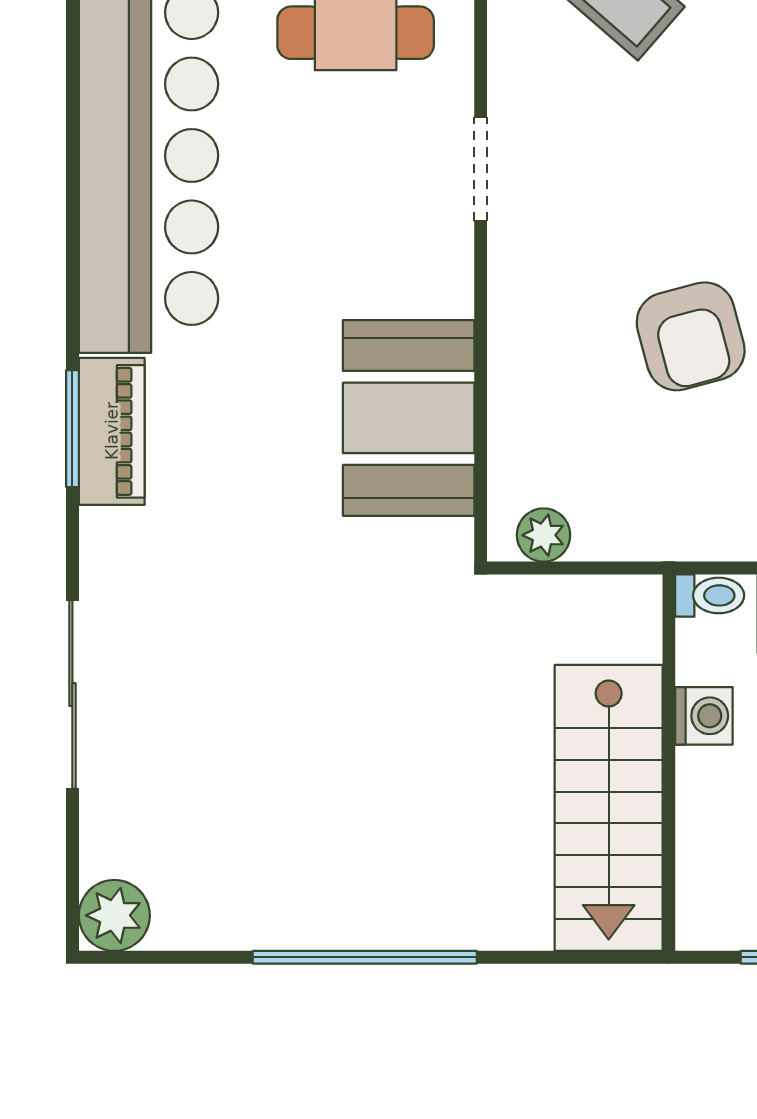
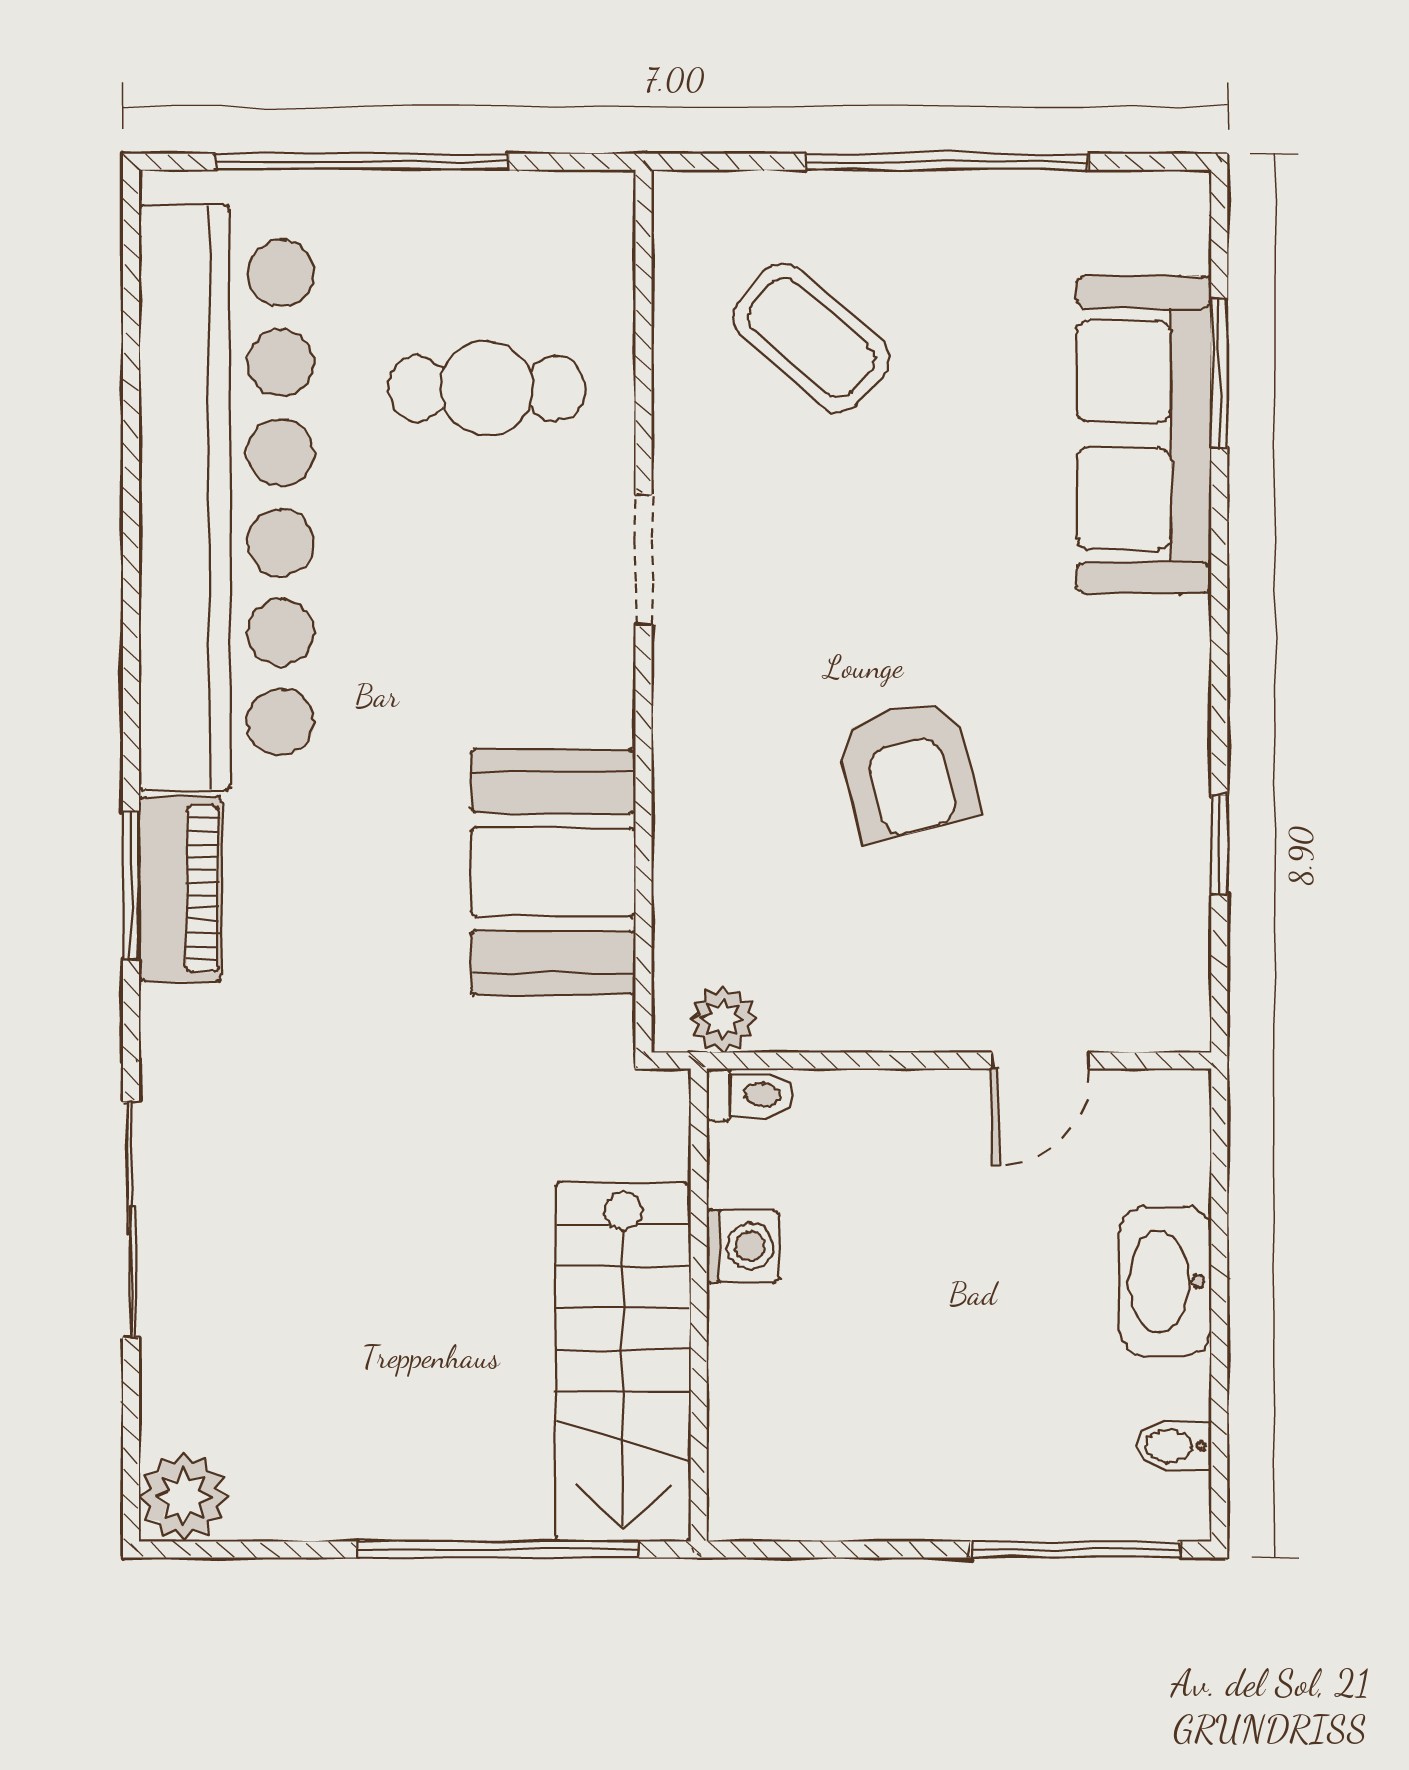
toilet: (710, 595) -> (750, 1095), moved
washing machine: (704, 716) -> (743, 1246), moved
wall: (669, 763) -> (699, 1305), moved
stairs: (609, 808) -> (623, 1362), moved

